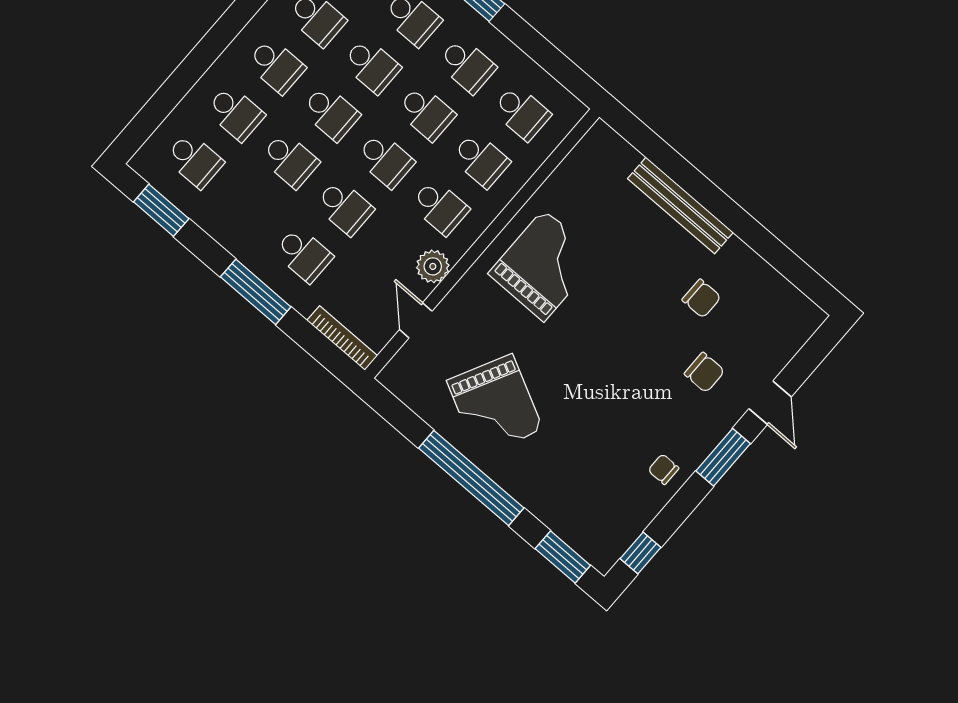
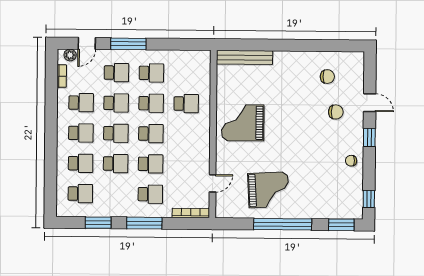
school desk: (521, 113) -> (186, 73), removed
bench: (680, 205) -> (244, 57), moved
school desk: (440, 207) -> (186, 134), removed
window: (161, 210) -> (98, 223), moved
grand piano: (544, 265) -> (243, 123), turned -90
plant: (433, 266) -> (202, 158), removed
chair: (701, 298) -> (327, 77), moved
door: (416, 320) -> (213, 183), swing flipped
grand piano: (495, 405) -> (268, 190), turned -30
window: (723, 457) -> (369, 138), width x0.67

